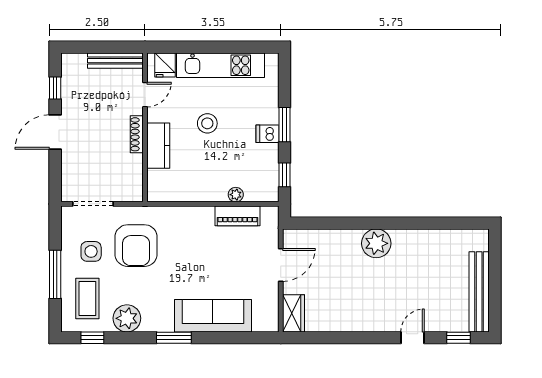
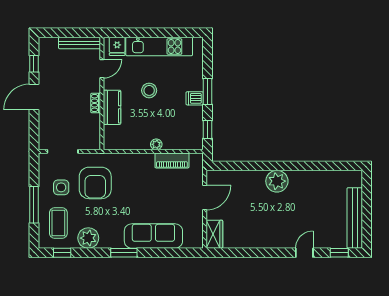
shoe rack: (137, 134) -> (96, 103), width x0.70
plant: (236, 195) -> (156, 144), moved

